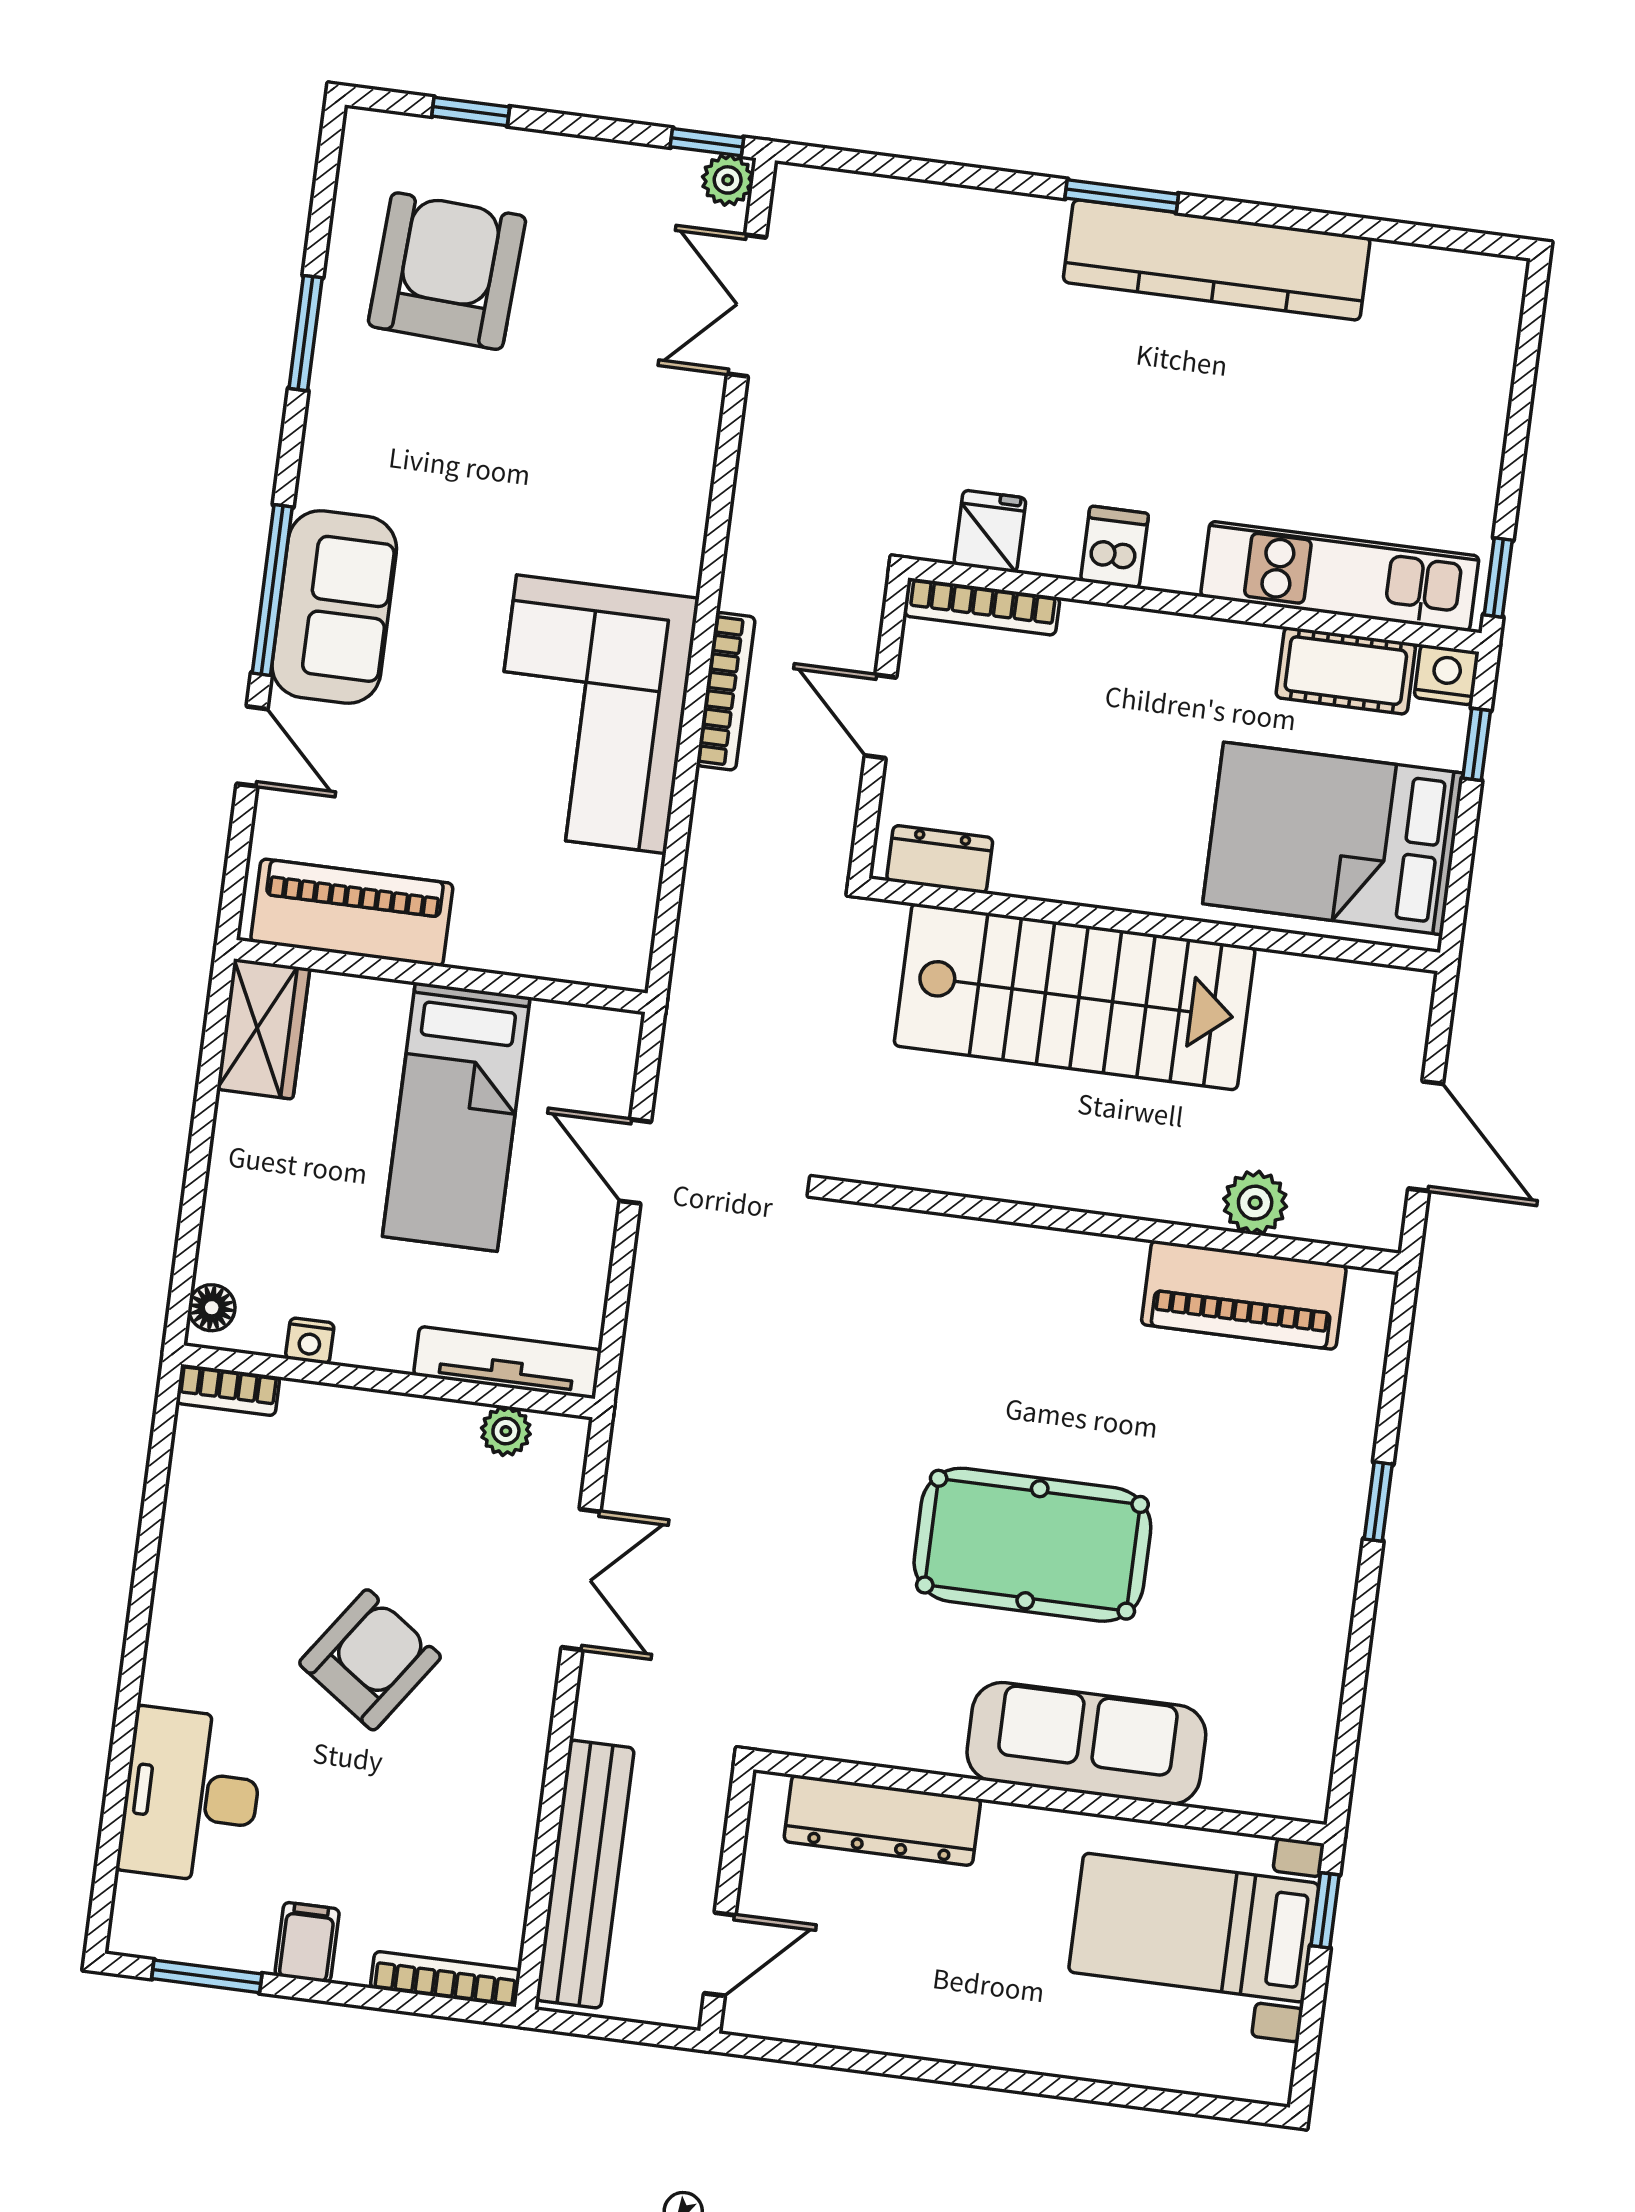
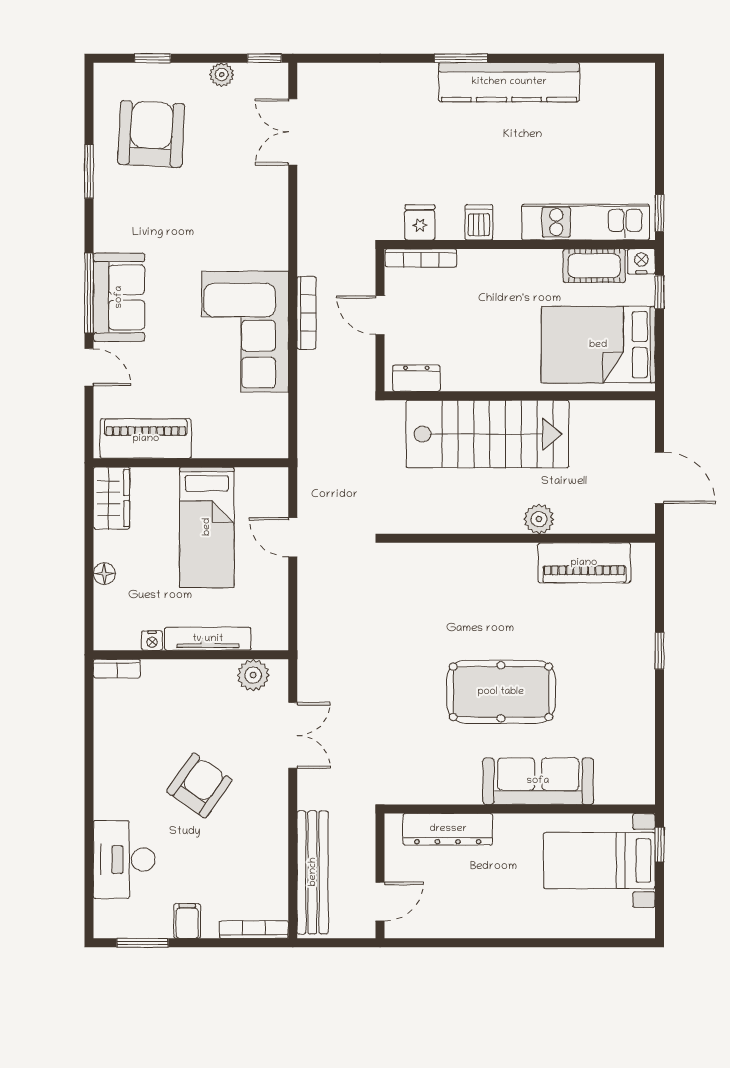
plant: (728, 180) -> (222, 75), moved
plant: (1255, 1203) -> (539, 519), moved
floor lamp: (212, 1308) -> (104, 574), moved
tv unit: (507, 1362) -> (208, 639), moved
plant: (506, 1431) -> (253, 675), width x1.38, depth x1.38

